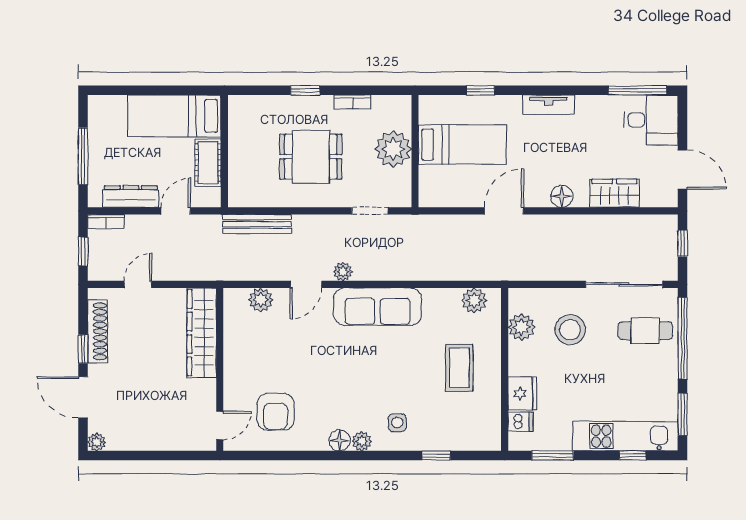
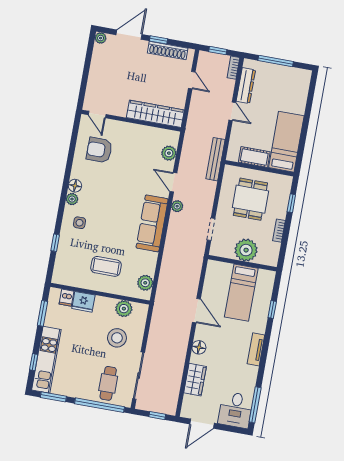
bed: (174, 116) -> (286, 142), moved
wall: (224, 151) -> (259, 168), moved
cot: (208, 163) -> (254, 157), moved

